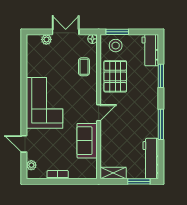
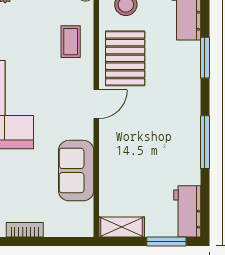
door: (99, 113) -> (96, 104), moved
workbench: (151, 159) -> (187, 211), width x0.73

